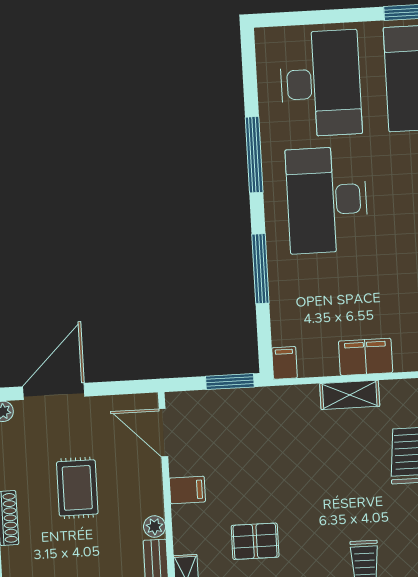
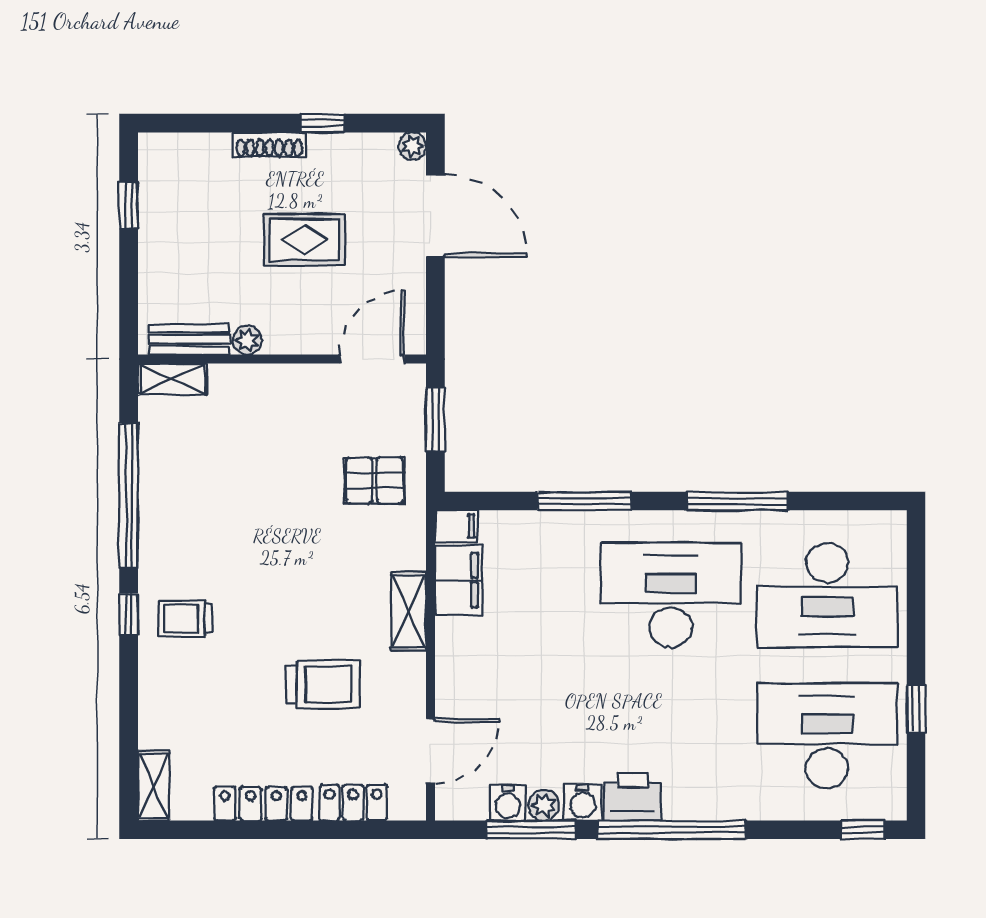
filing cabinet: (366, 357) -> (458, 580), moved
window: (230, 382) -> (435, 420), moved
filing cabinet: (187, 490) -> (294, 387), removed
pallet: (255, 541) -> (375, 480), moved, turned 90

